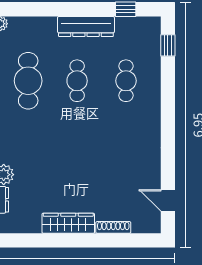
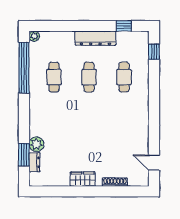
cafe table: (28, 81) -> (54, 77), width x0.73, depth x0.74
wardrobe: (68, 223) -> (83, 179), width x0.67

